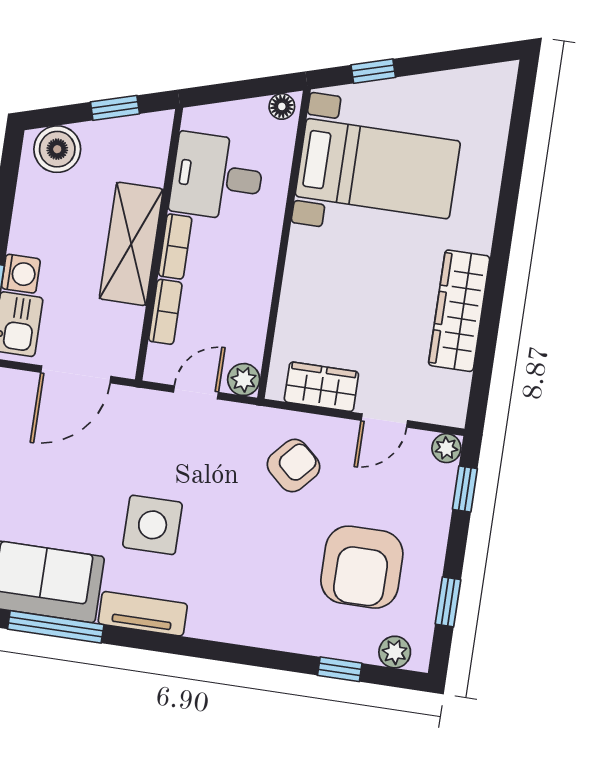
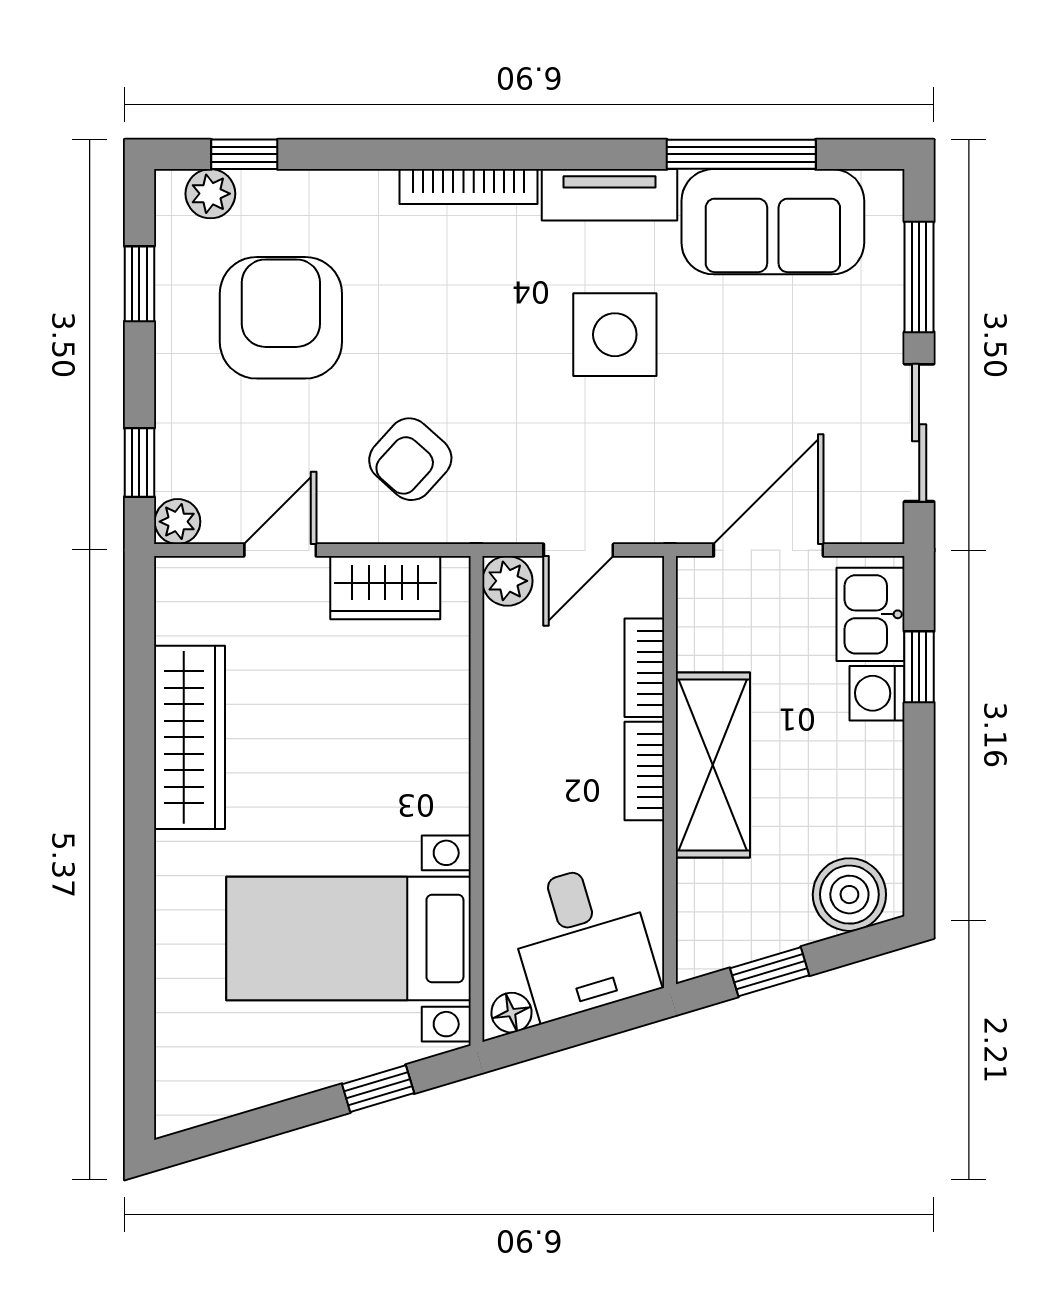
desk: (217, 177) -> (582, 941), moved, turned 73
bookcase: (231, 632) -> (468, 187), added
window: (340, 669) -> (244, 154), moved

